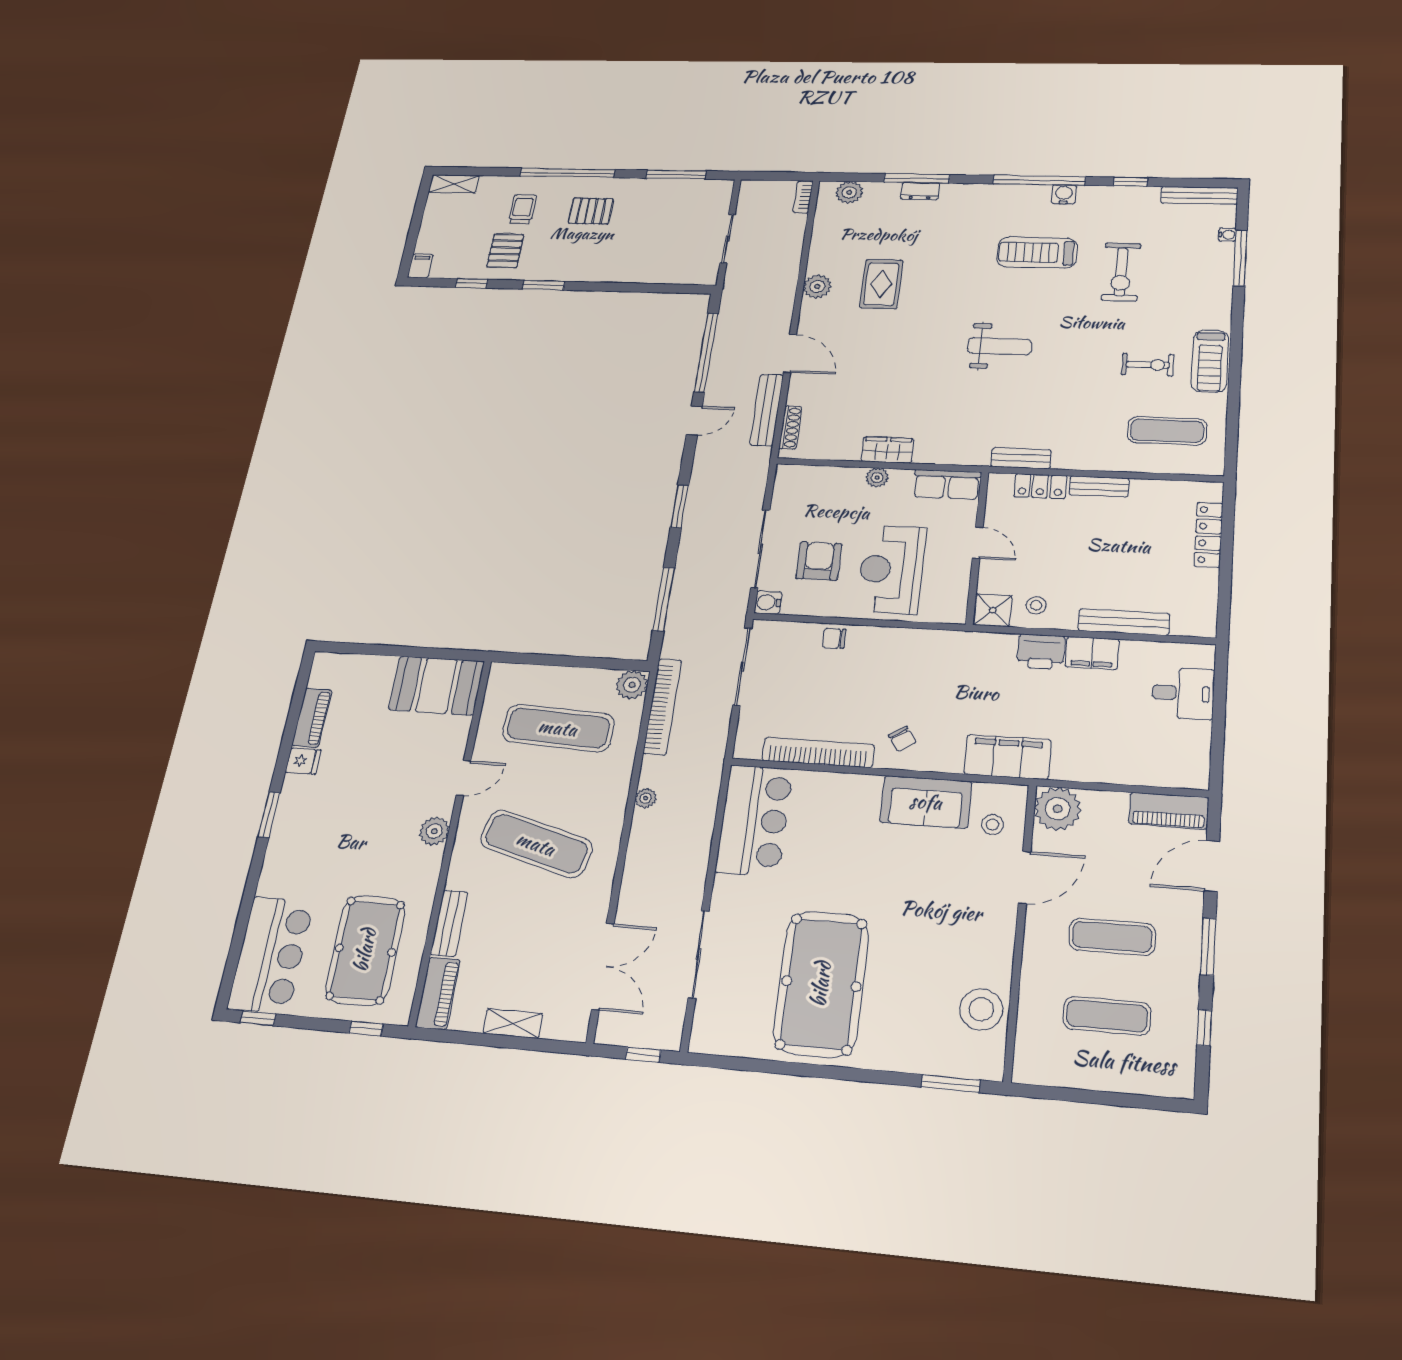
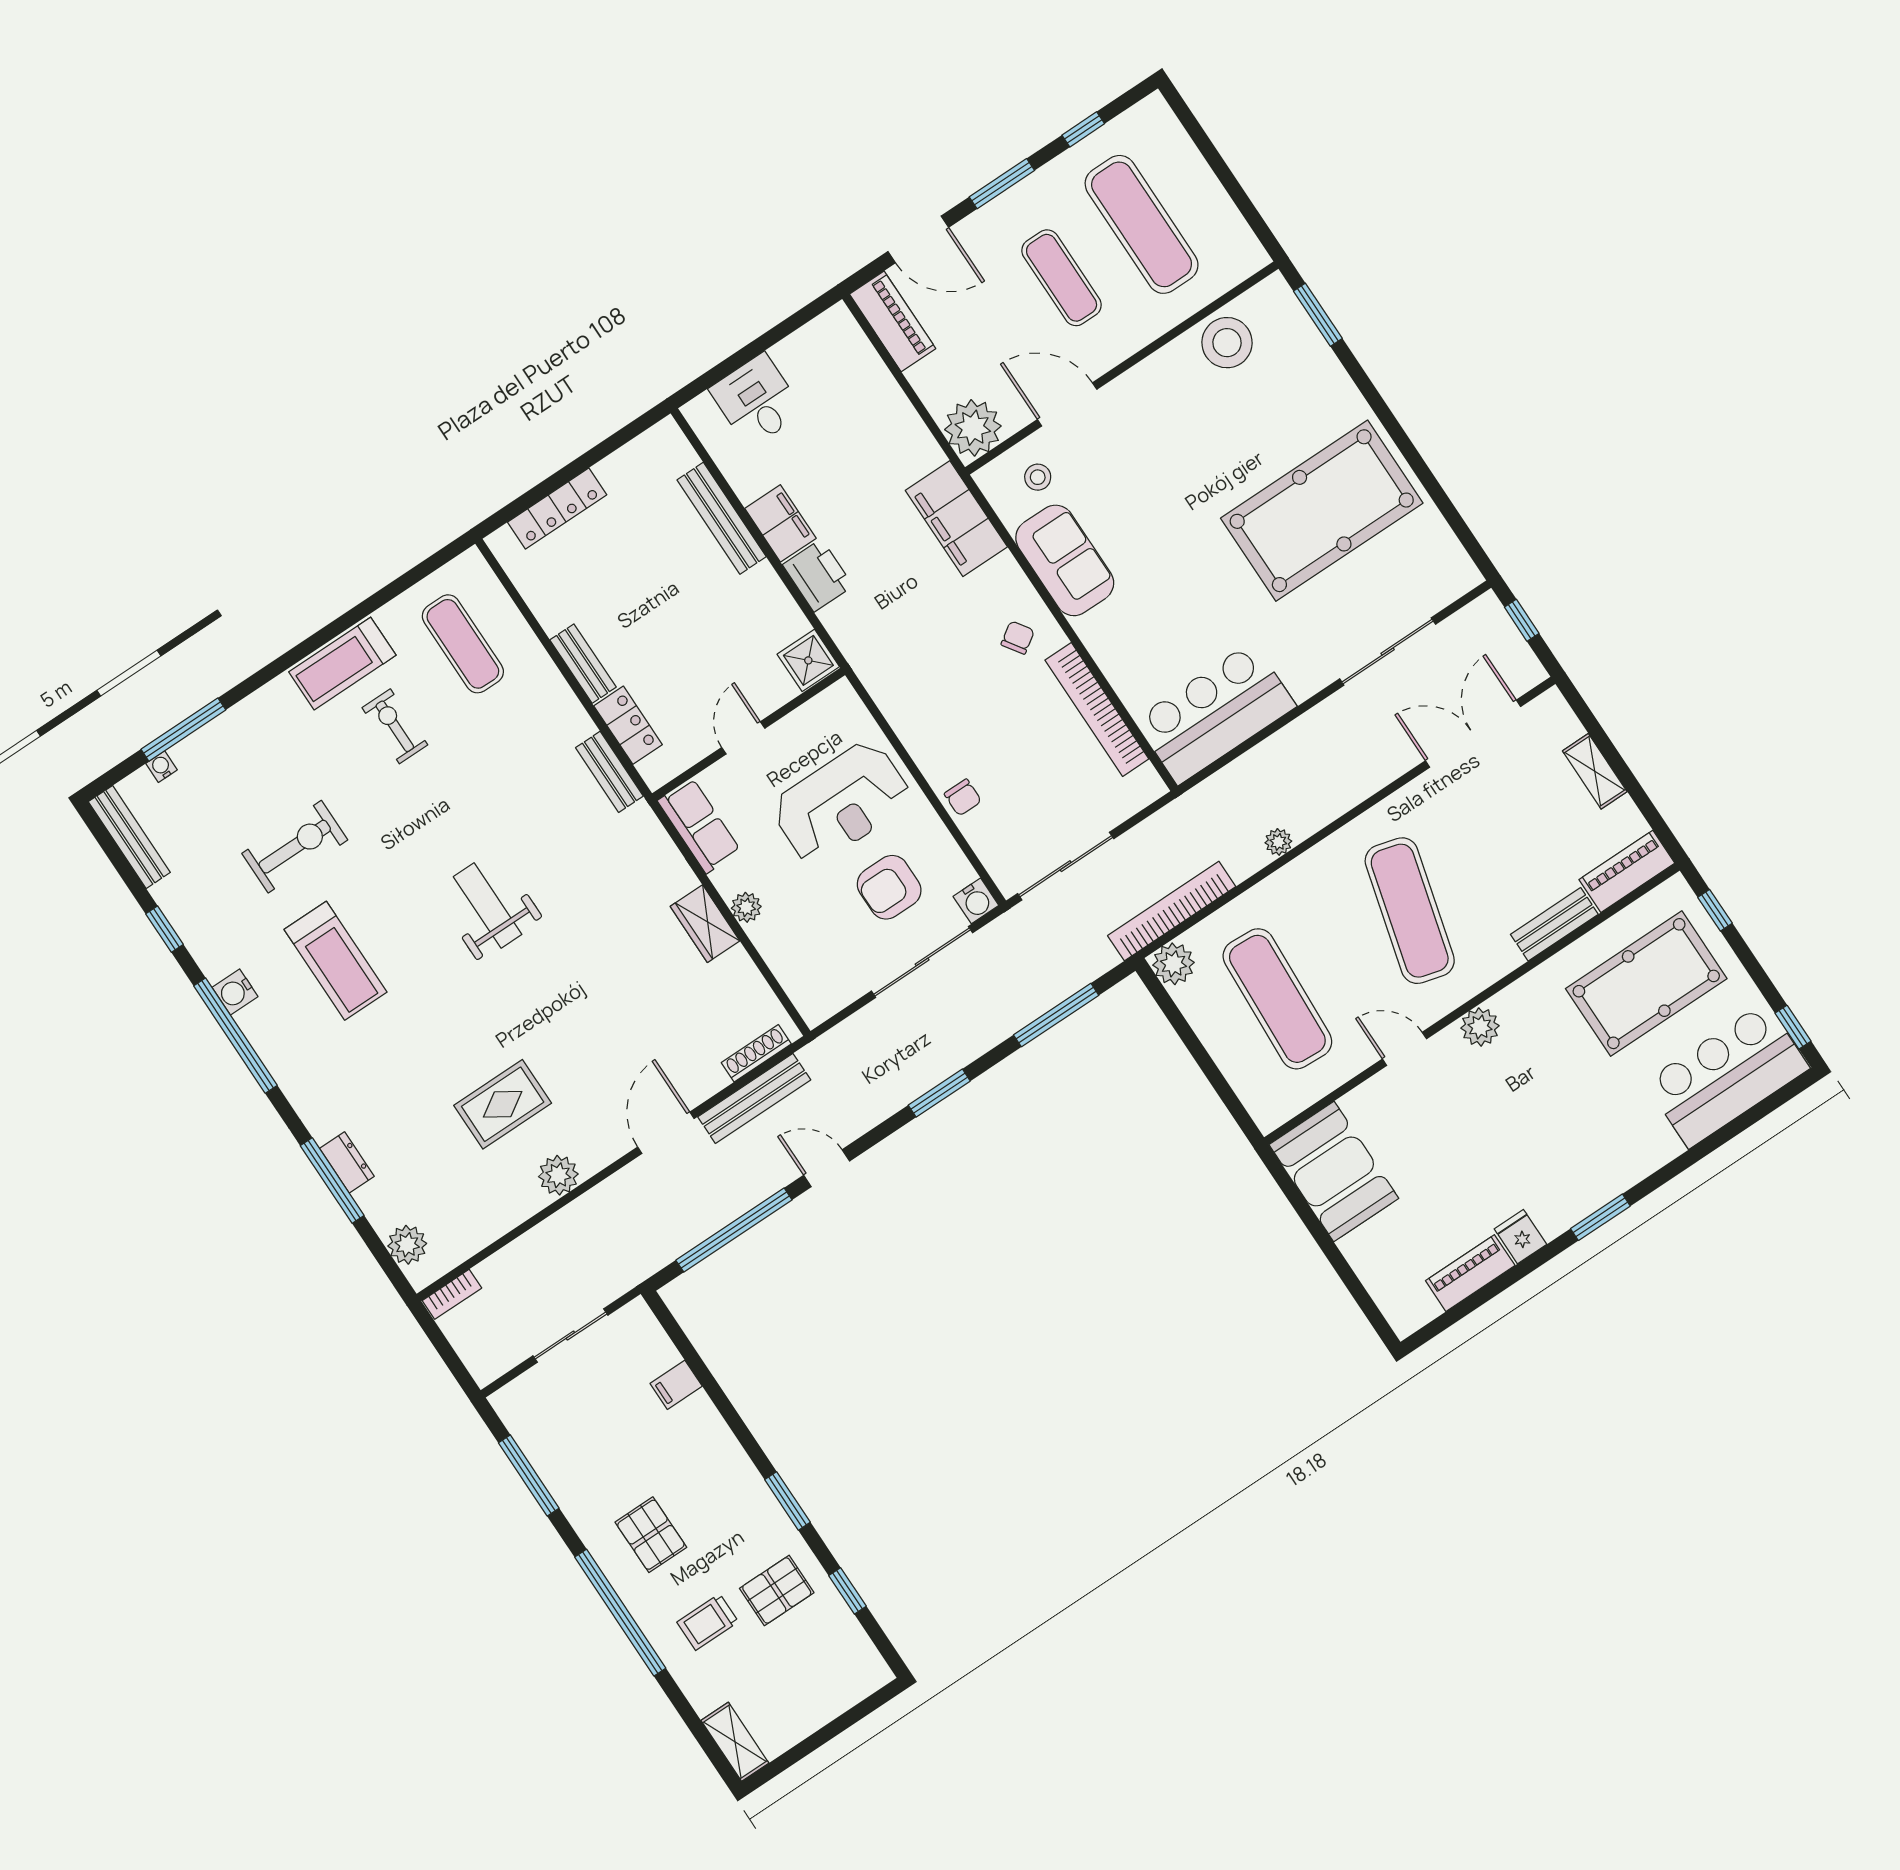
filing cabinet: (420, 266) -> (676, 1385), moved
treadmill: (1210, 361) -> (342, 664), turned 180
stool: (1036, 605) -> (770, 621), removed
exercise mat: (1107, 1016) -> (1142, 224), width x1.36, depth x1.45

